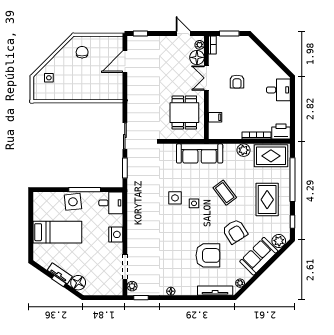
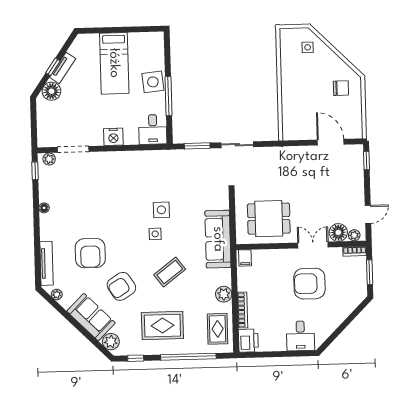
armchair: (237, 82) -> (309, 284), width x1.88, depth x1.88
filing cabinet: (215, 117) -> (245, 258), moved
rug: (271, 156) -> (218, 329), width x0.73, depth x0.70

